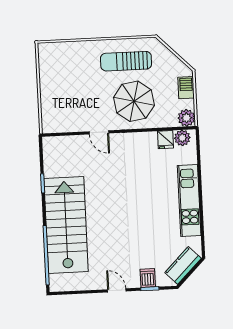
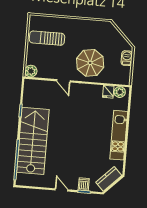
sun lounger: (126, 61) -> (47, 38), moved
plant: (186, 118) -> (31, 71), moved

